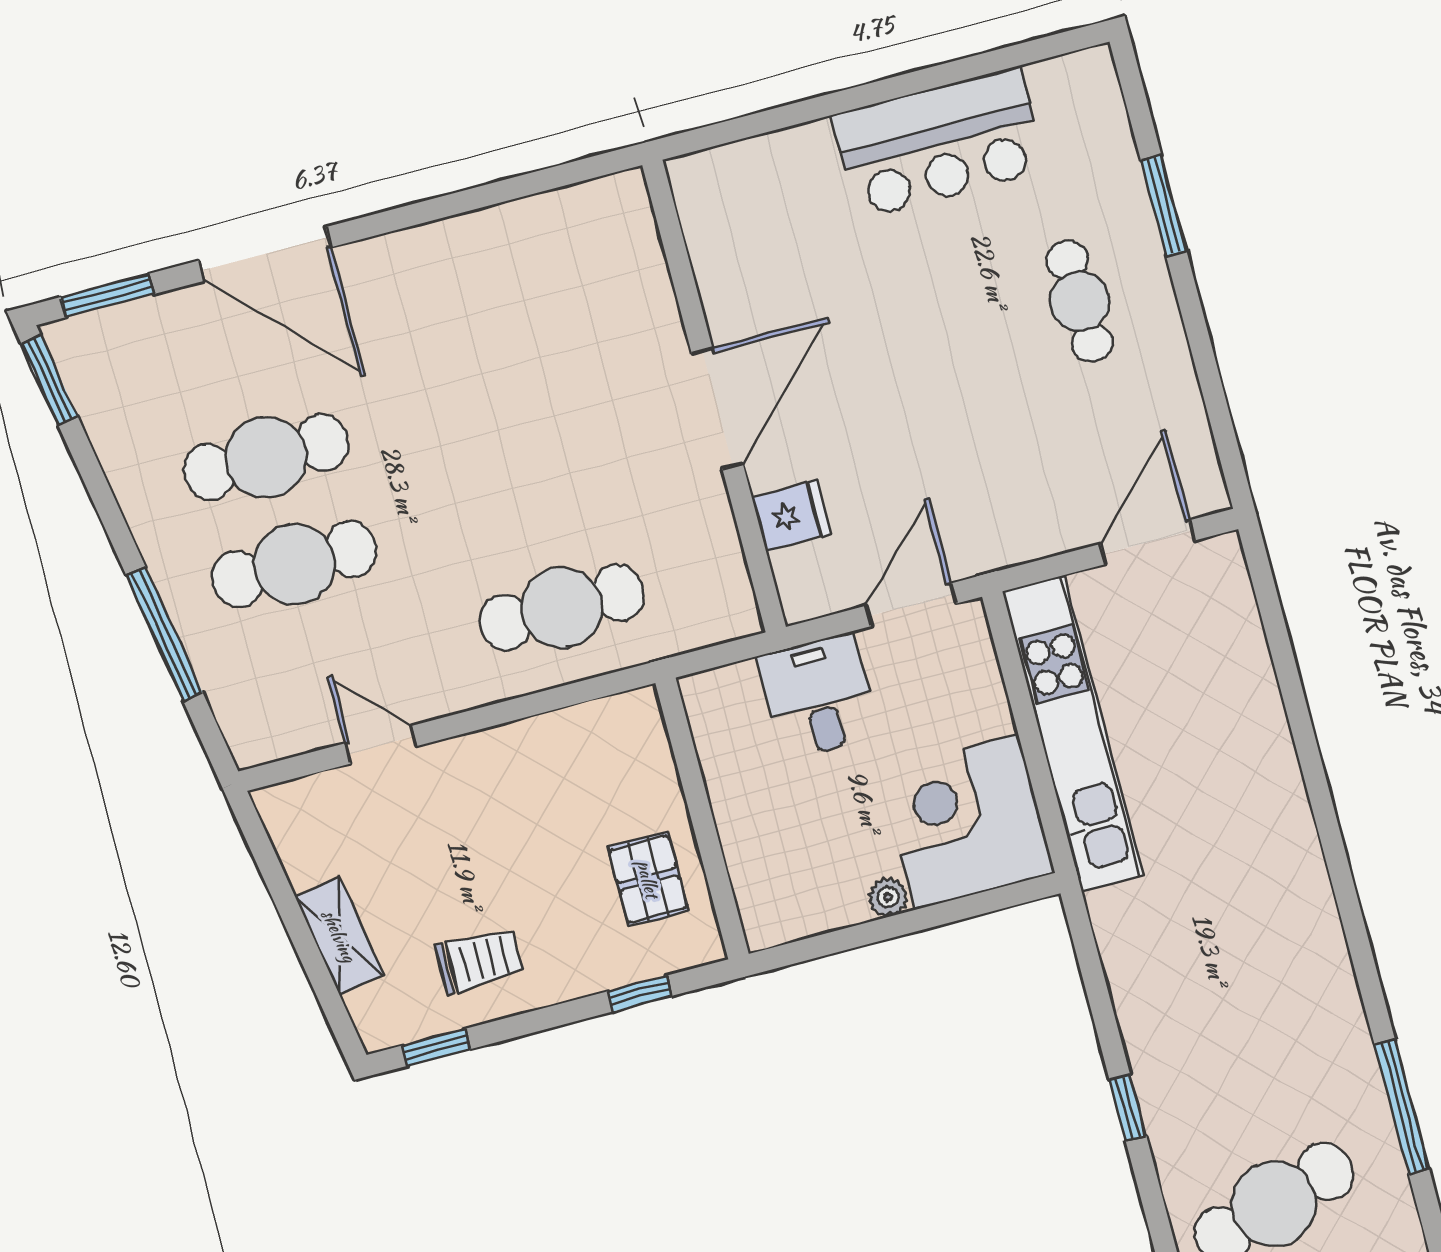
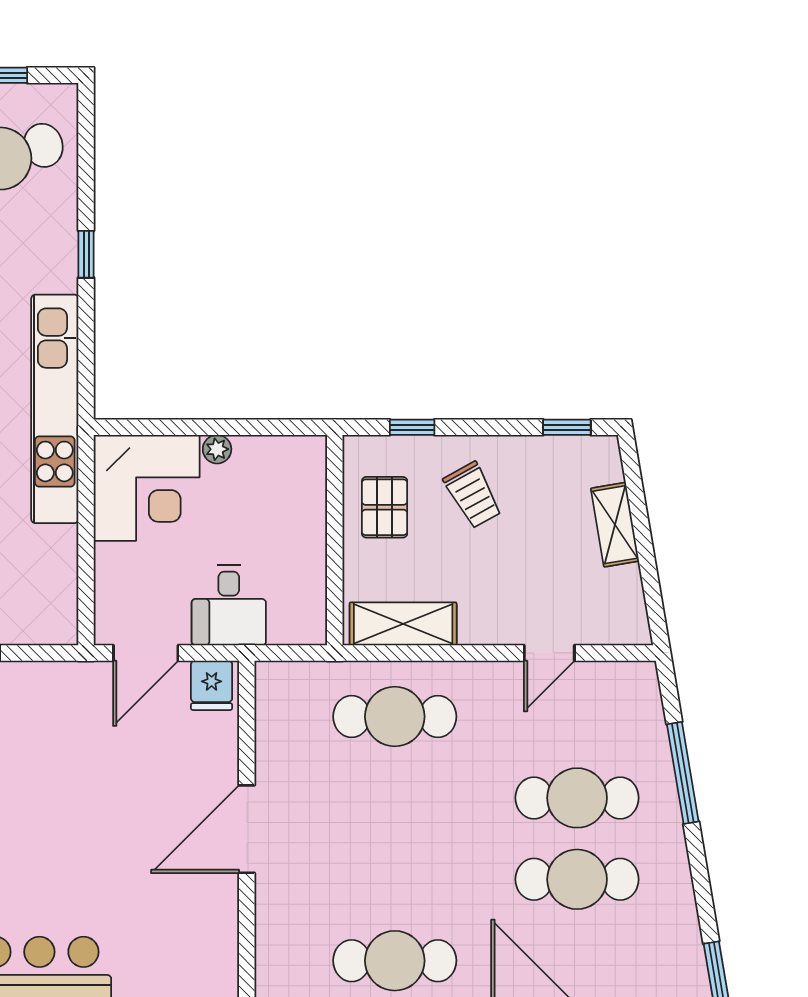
cafe table: (477, 287) -> (395, 961), added
fridge: (791, 516) -> (212, 685), moved, turned -90
shelving: (583, 732) -> (403, 624), added
kitchen unit: (1073, 733) -> (55, 409), moved
door: (381, 745) -> (549, 653), hinge flipped
trolley: (479, 960) -> (473, 495), moved, turned -119

